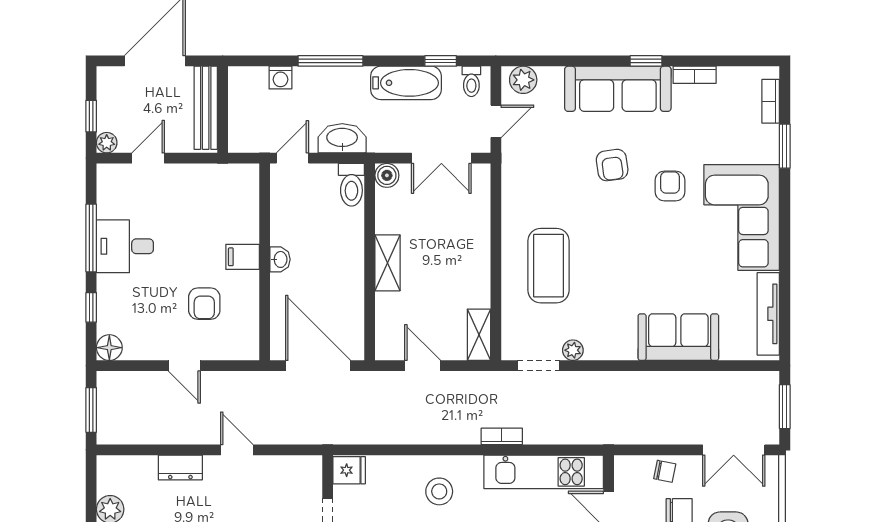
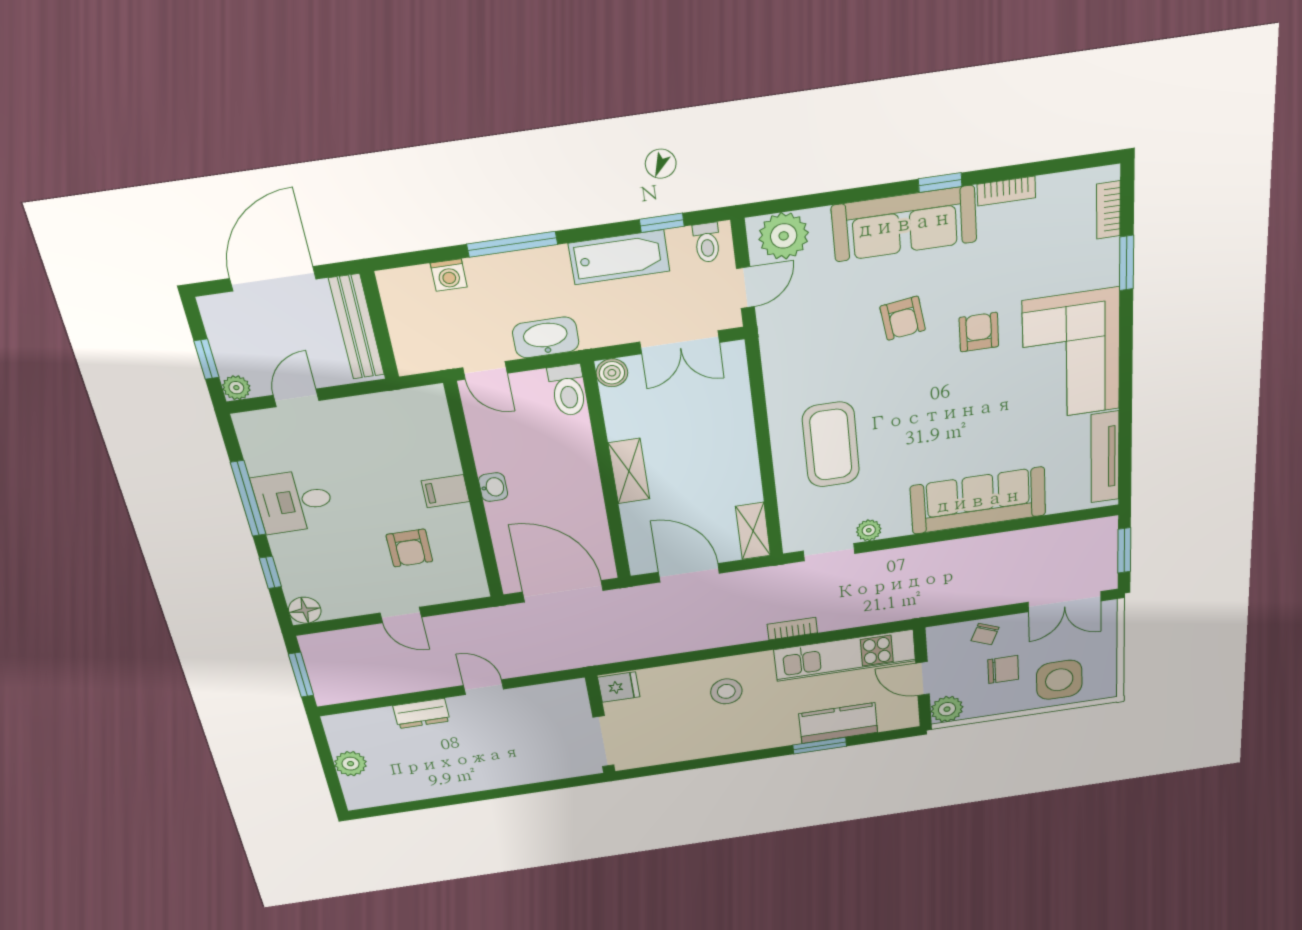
plant: (523, 80) -> (784, 236), width x1.36, depth x1.36
door: (292, 158) -> (485, 370), swing flipped
sofa: (678, 337) -> (978, 501), width x1.36
door: (423, 366) -> (689, 573), width x1.38
chair: (665, 471) -> (985, 634), turned 102

